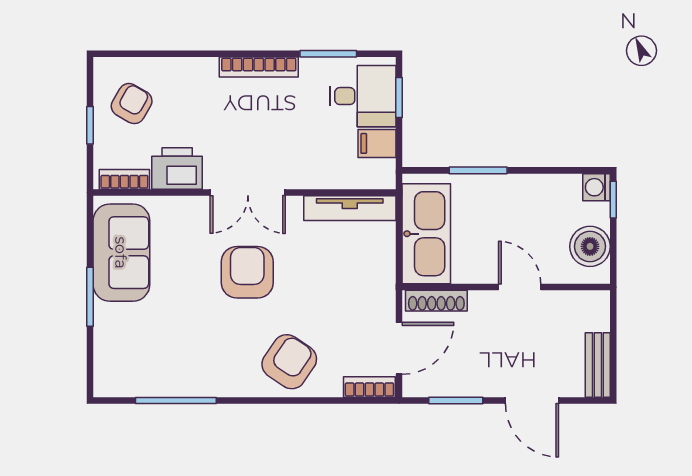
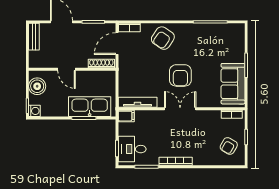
filing cabinet: (377, 143) -> (126, 116), moved
printer: (177, 169) -> (210, 119), removed
kitchen sink: (426, 234) -> (90, 107), moved, turned 90

